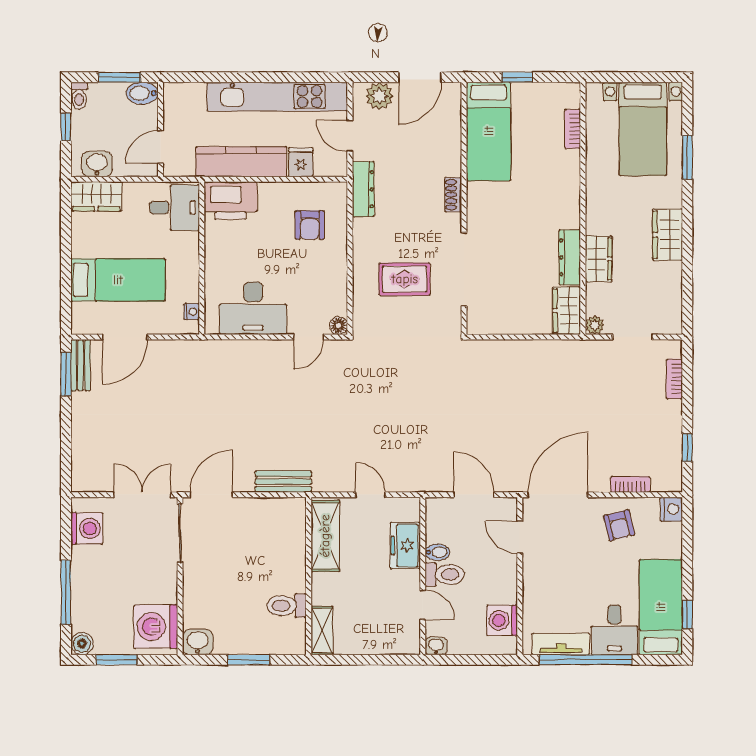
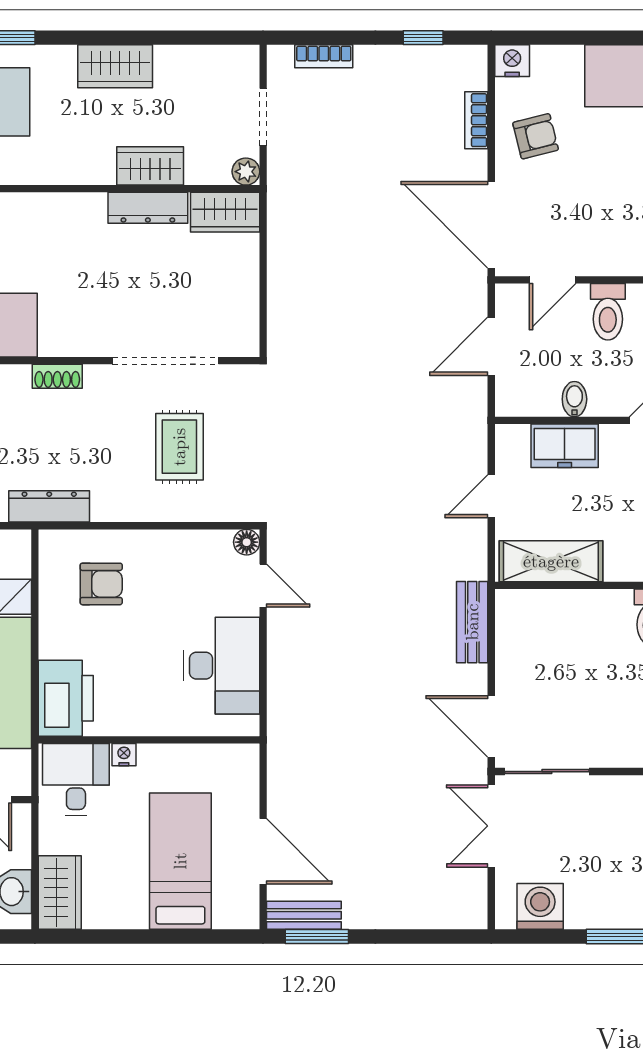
nightstand: (192, 312) -> (124, 755), moved
toilet: (445, 574) -> (608, 312), moved, turned 180

